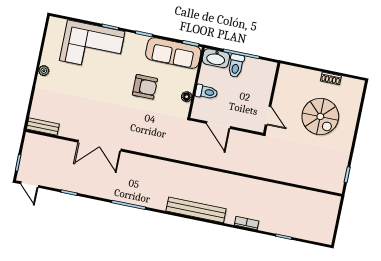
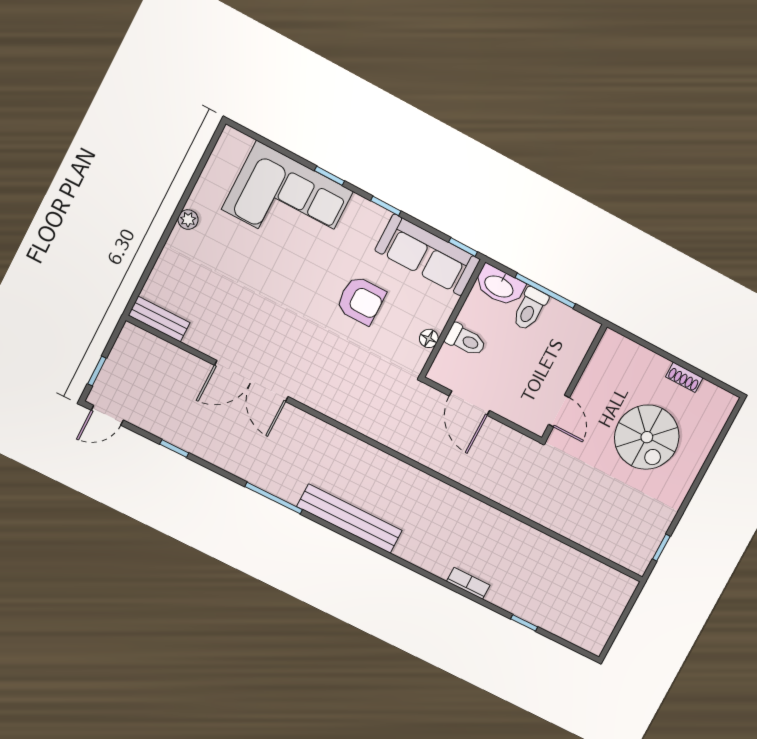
door: (30, 185) -> (107, 415), hinge flipped
bench: (196, 210) -> (349, 519), moved

